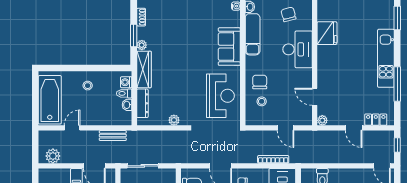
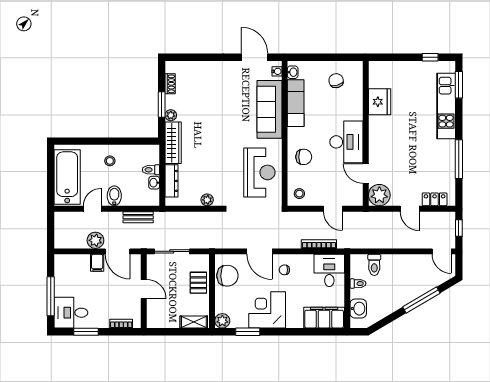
sofa: (229, 47) -> (269, 109), width x1.36
desk: (298, 49) -> (346, 142), moved
kitchen unit: (386, 58) -> (446, 106), moved
washing machine: (126, 82) -> (153, 157), removed
chair: (260, 82) -> (304, 157), turned 90
stool: (262, 101) -> (299, 194), moved
bidet: (92, 117) -> (114, 196), added
plant: (322, 120) -> (379, 195), width x1.88, depth x1.88
plant: (53, 156) -> (95, 240), moved

